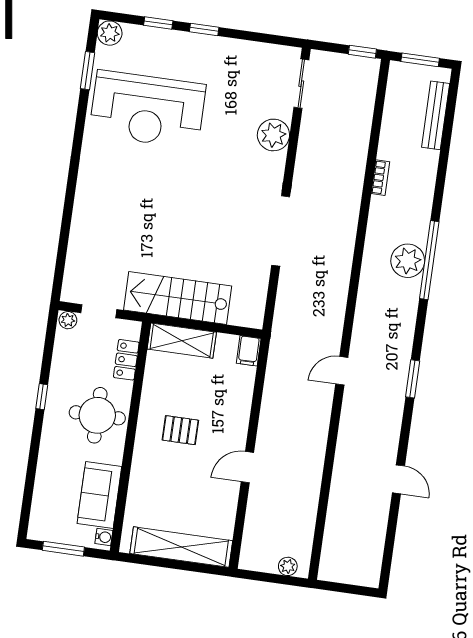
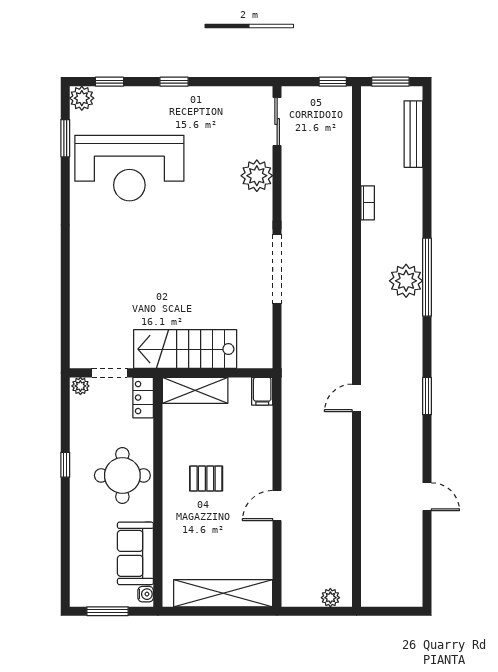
window: (158, 23) -> (109, 82), moved
locker: (126, 360) -> (143, 398), moved

